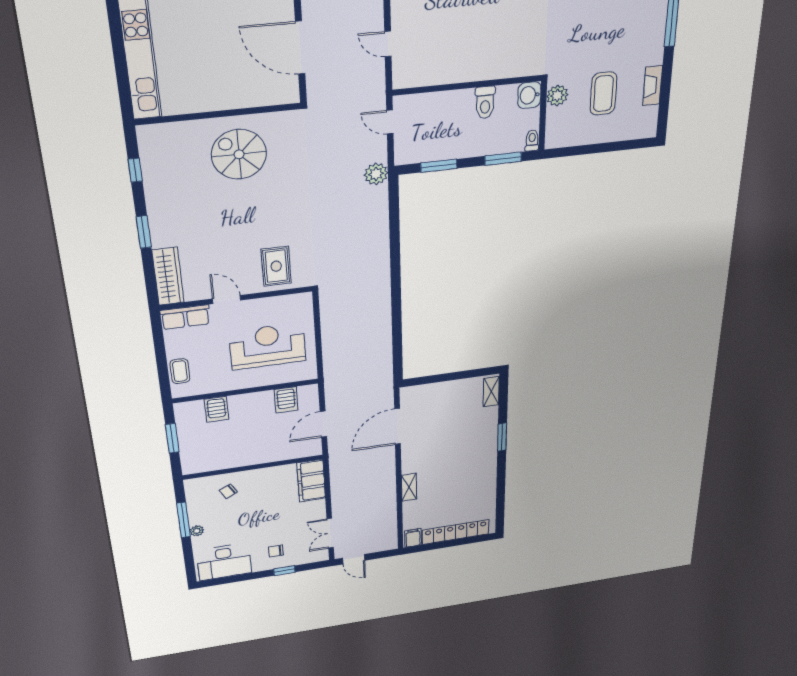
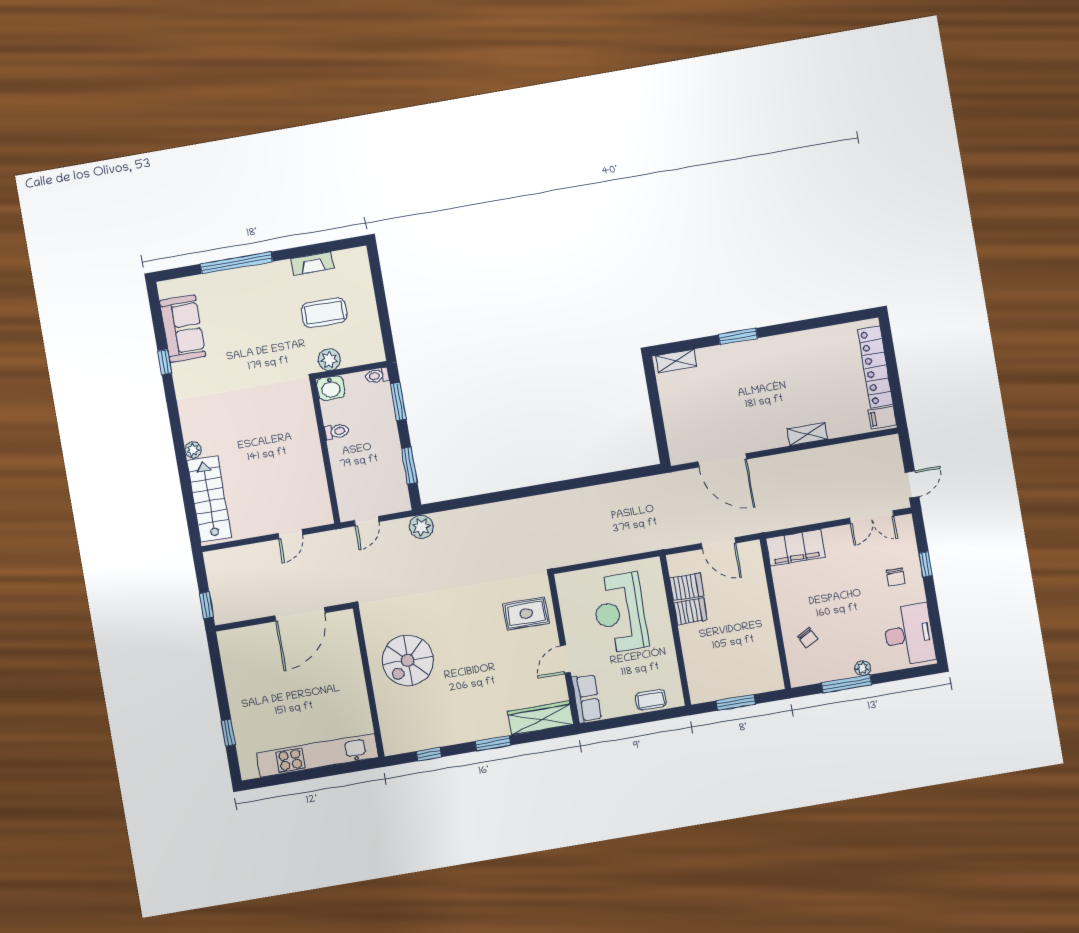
toilet: (485, 102) -> (337, 432), width x0.73, depth x0.72
server rack: (216, 409) -> (690, 611), moved

